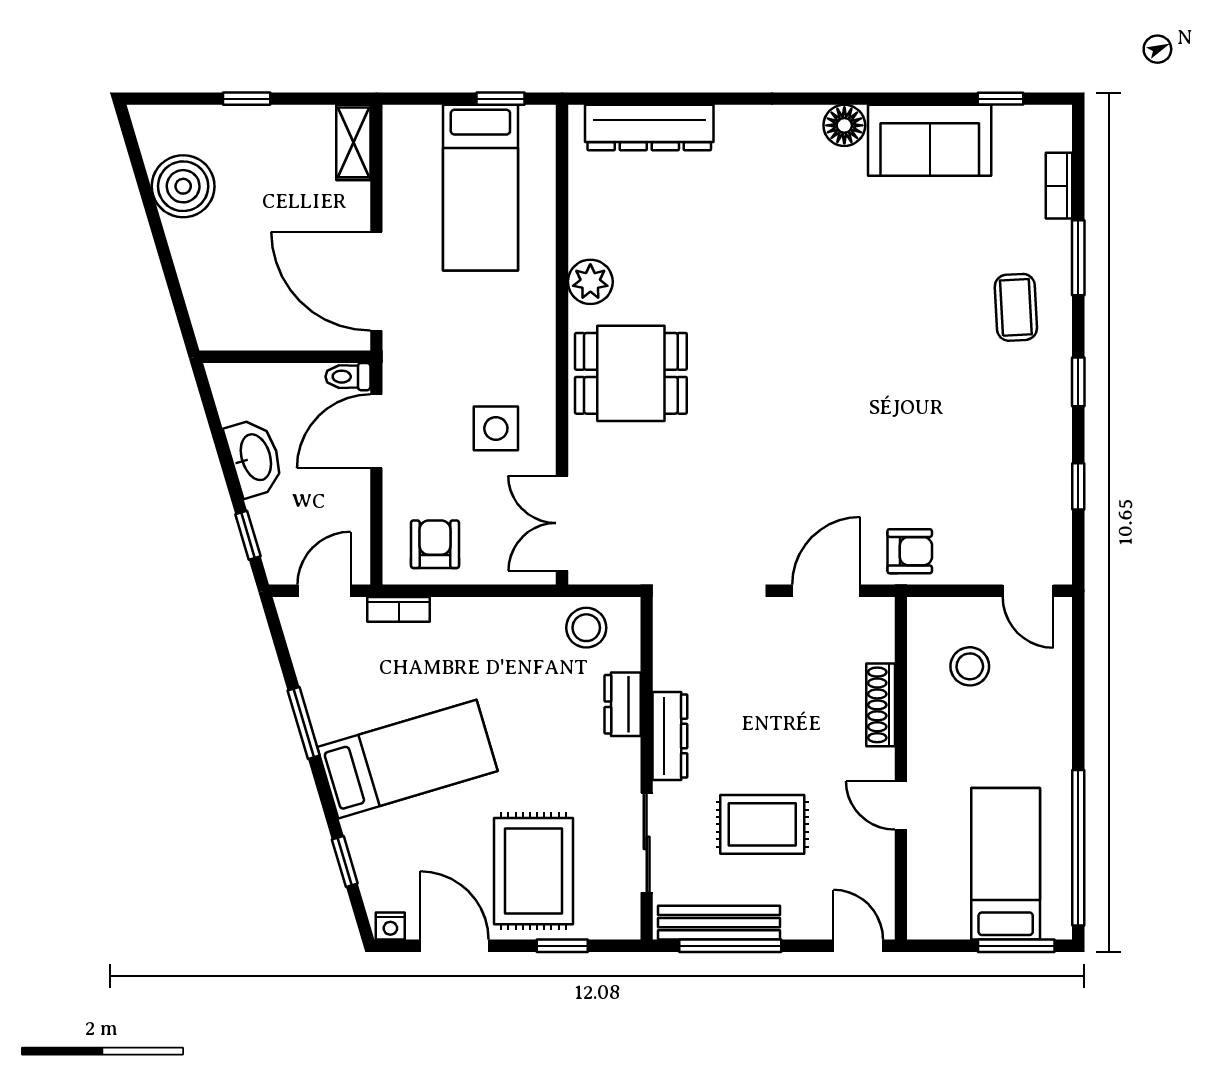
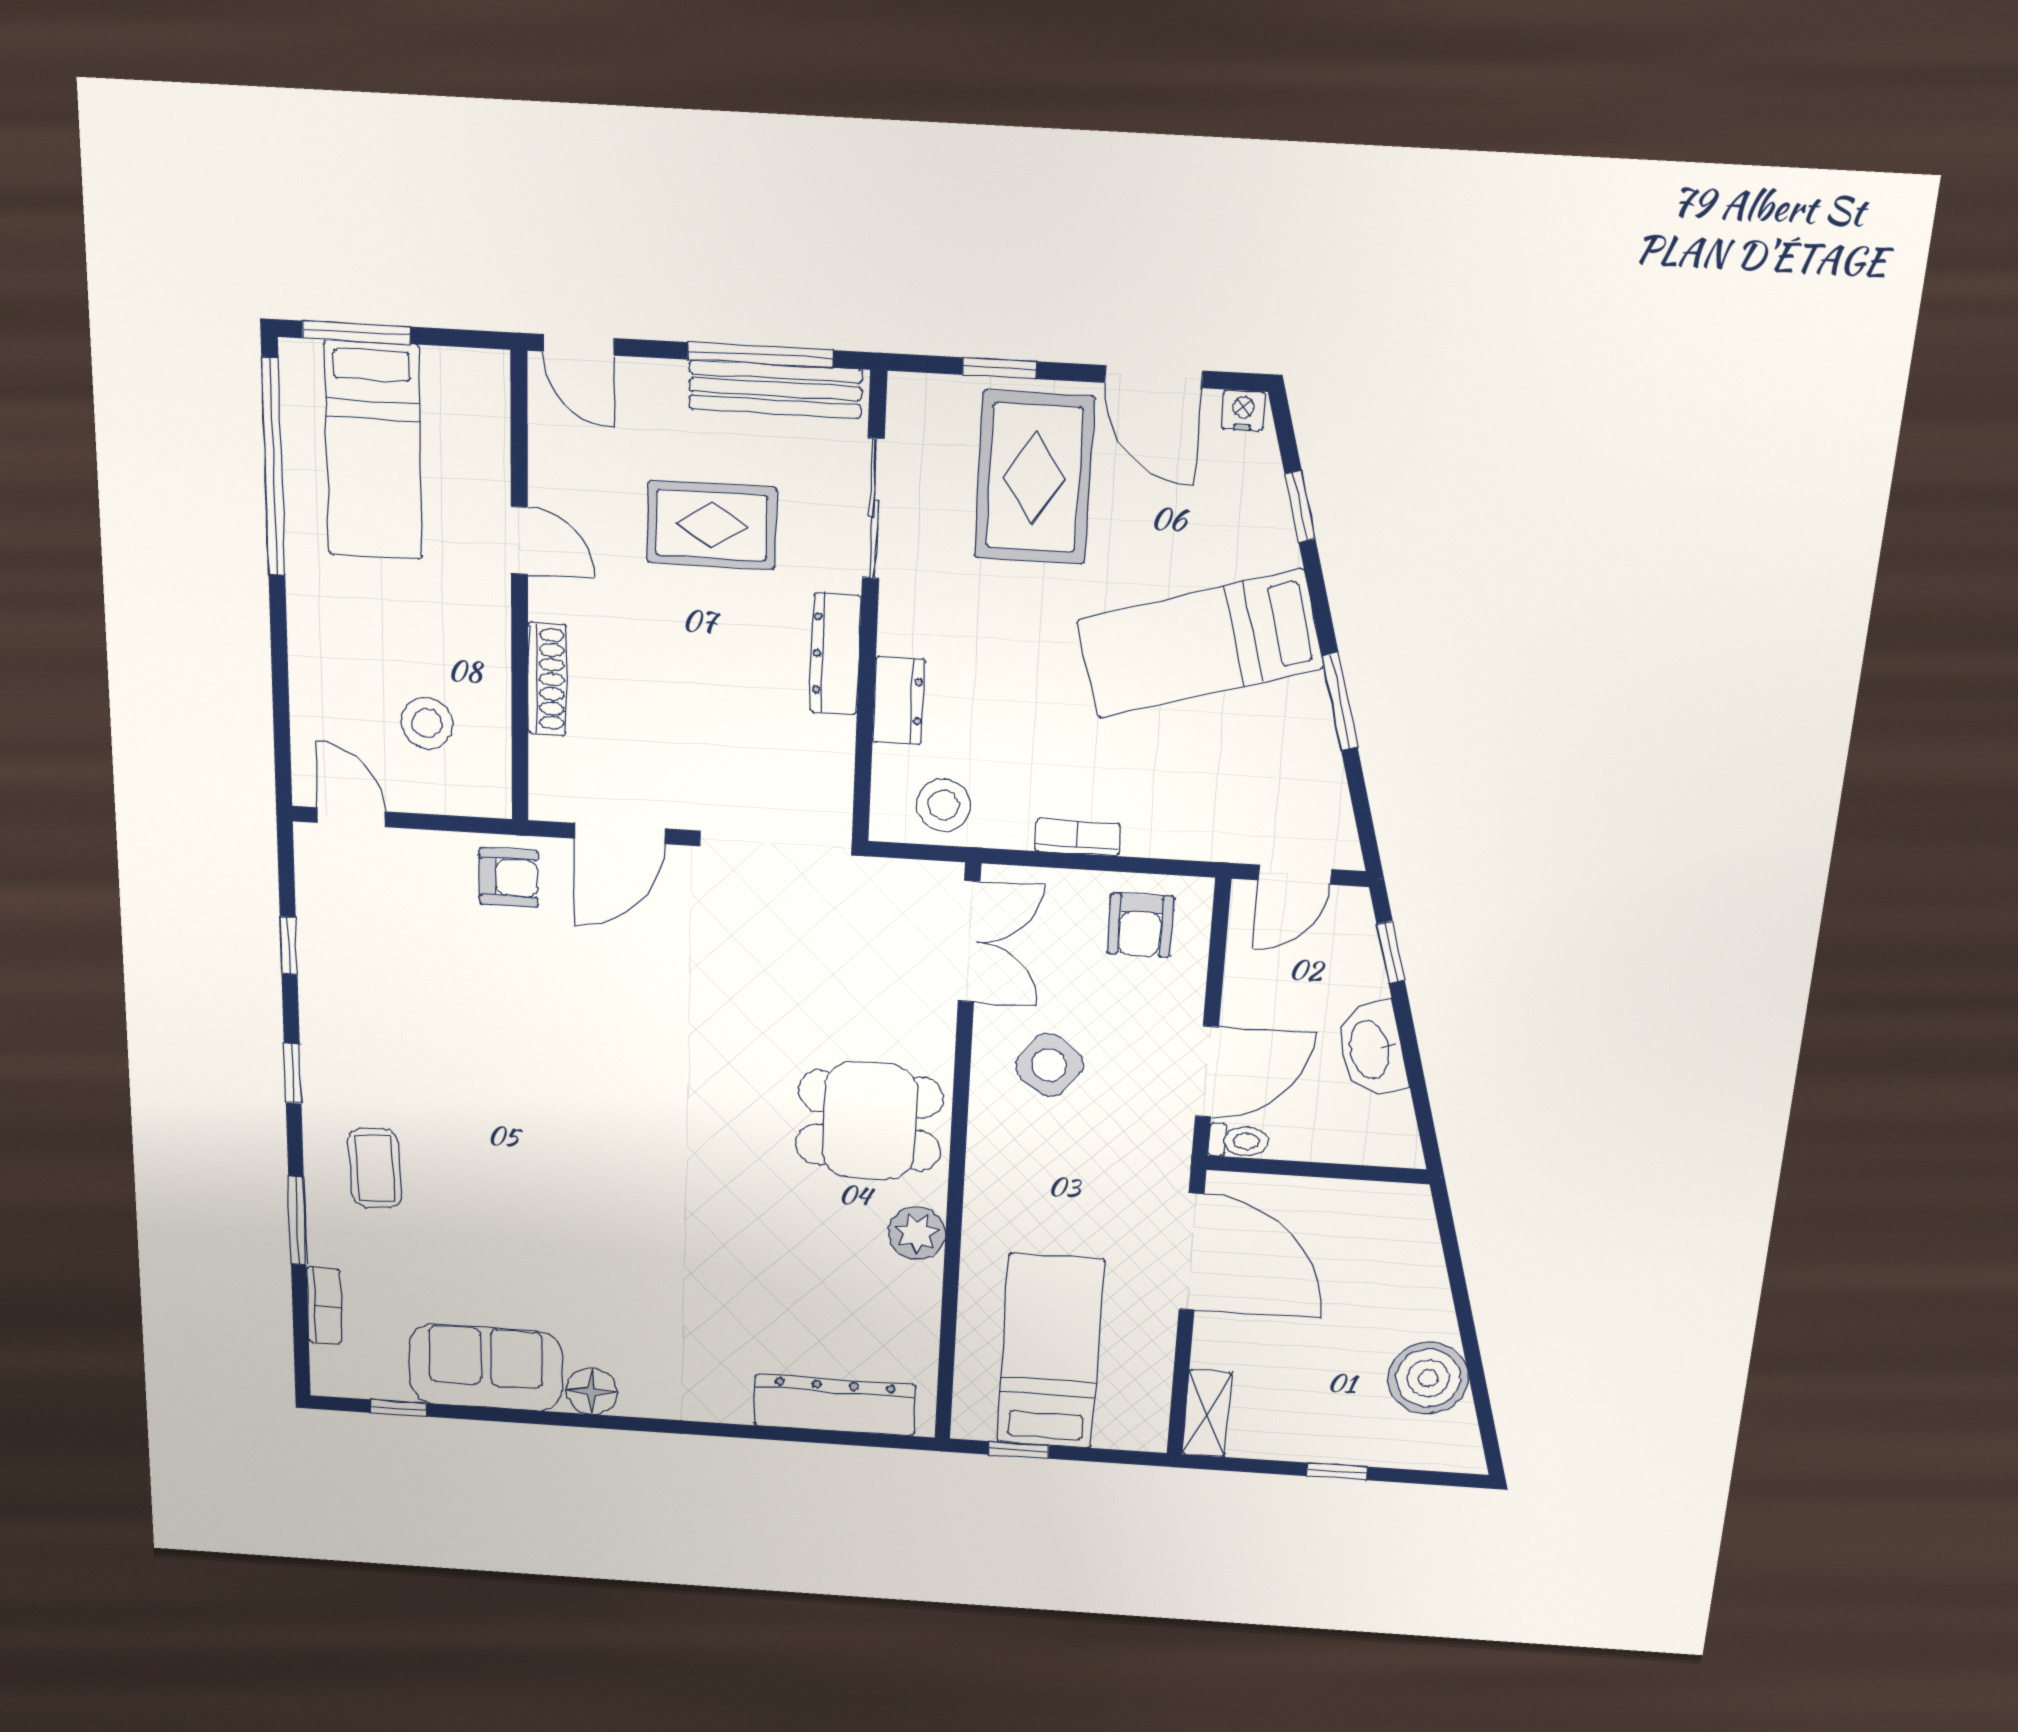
side table: (496, 428) -> (1049, 1065), turned 38
armchair: (910, 551) -> (509, 877), turned 180
bookcase: (399, 609) -> (1077, 837), moved

